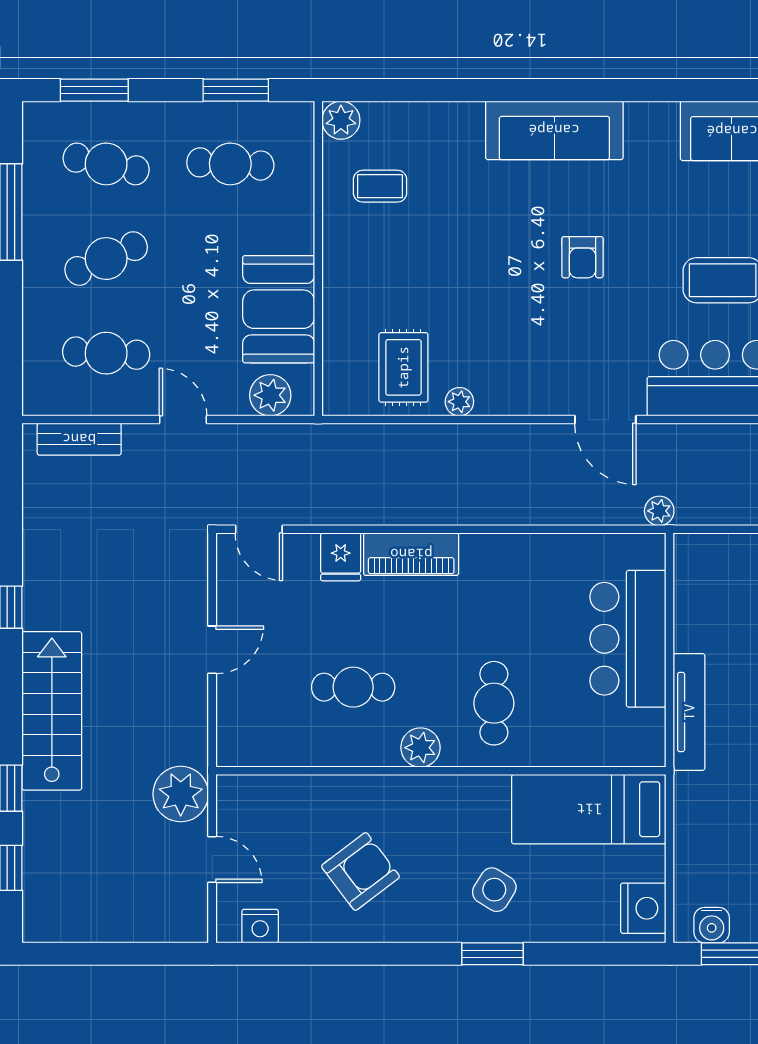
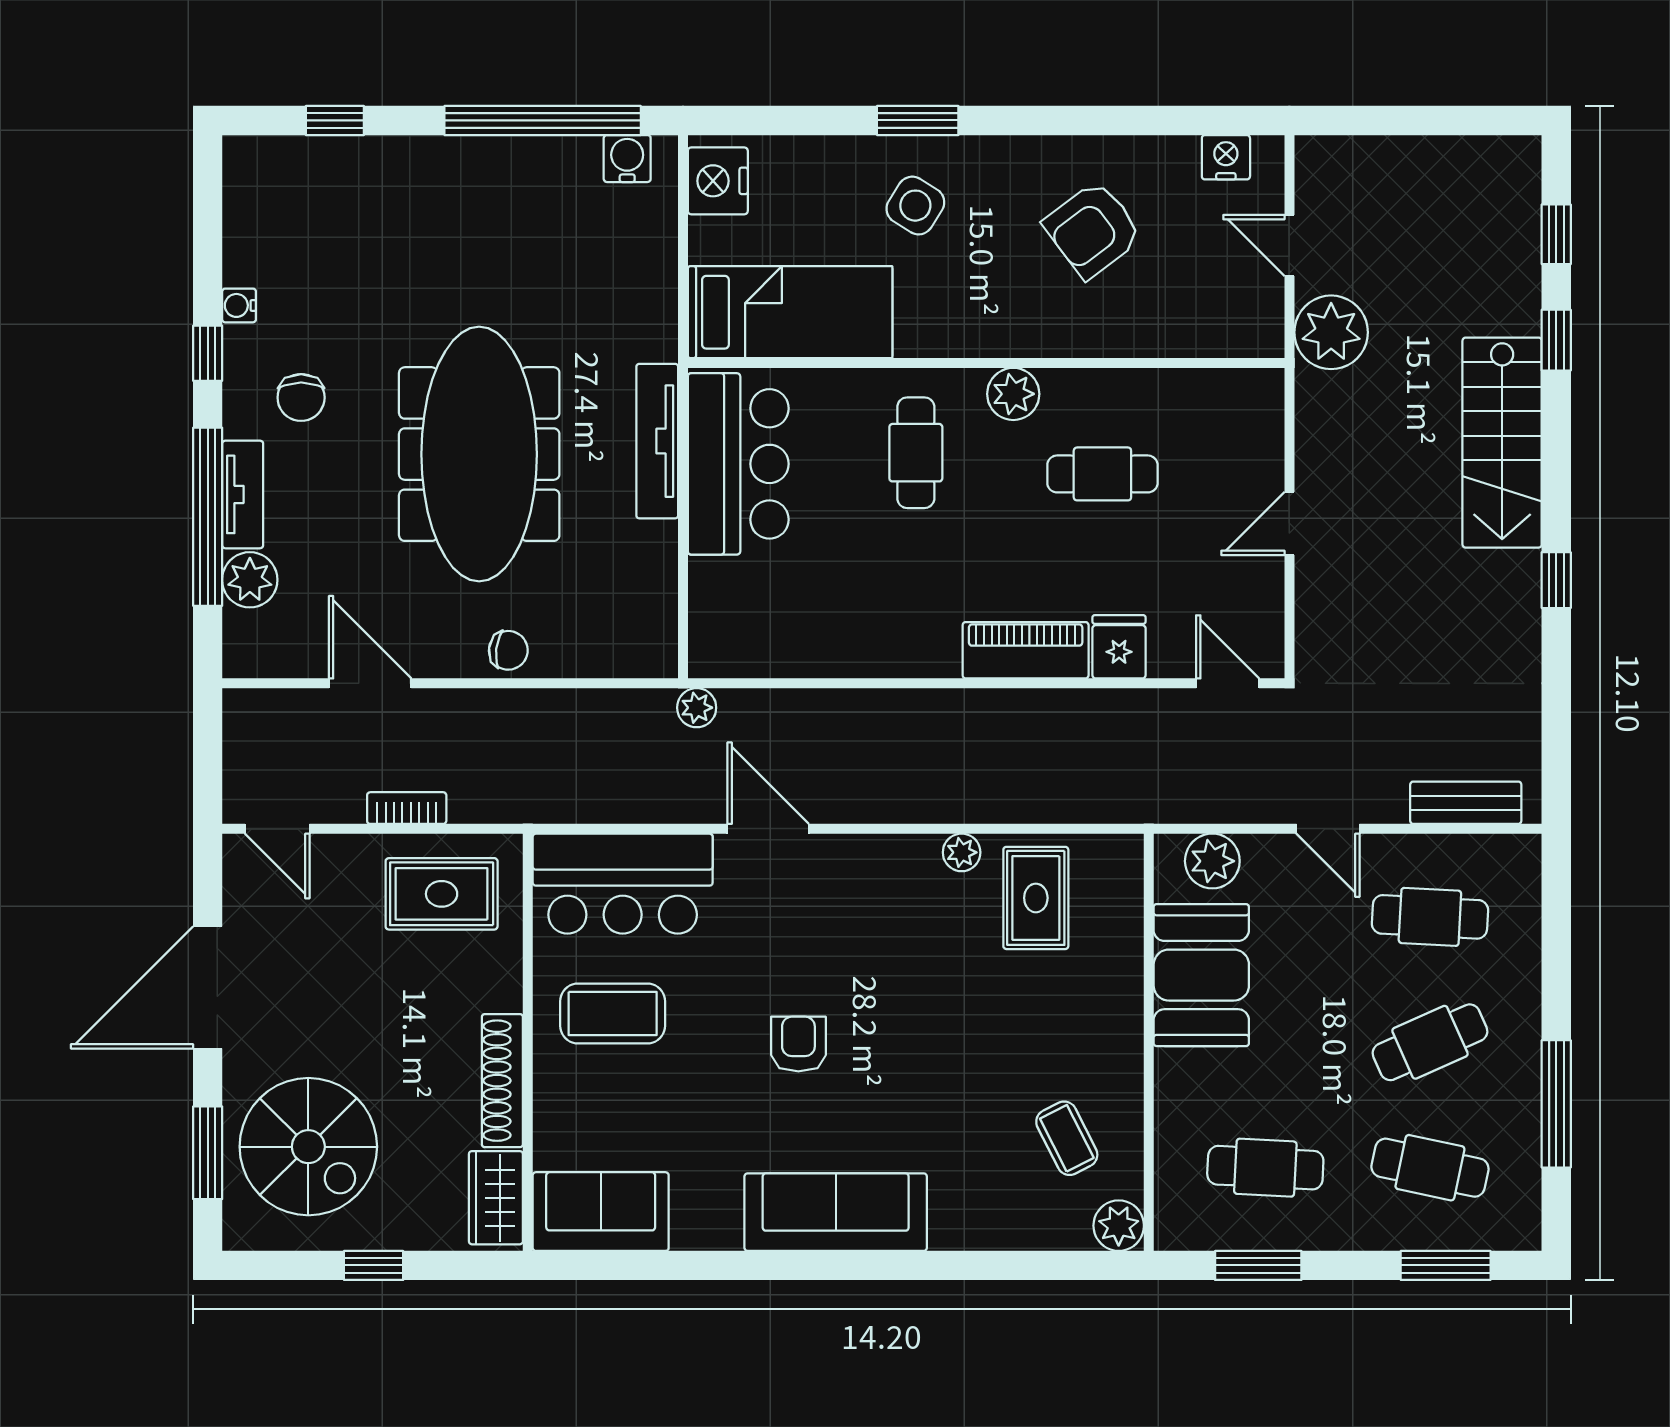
coffee table: (380, 186) -> (1067, 1138), turned 63
bar counter: (628, 639) -> (738, 464), moved

